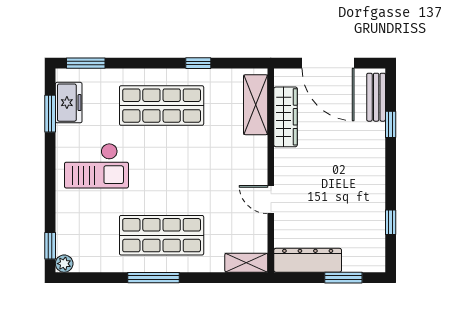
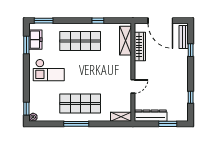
door: (271, 200) -> (133, 86), swing flipped

